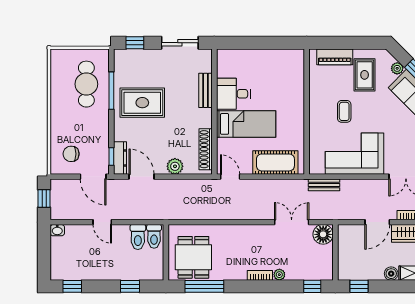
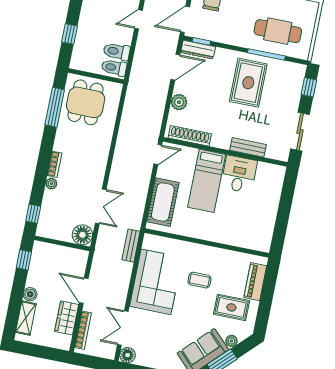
dining table: (193, 257) -> (86, 102), turned 90

